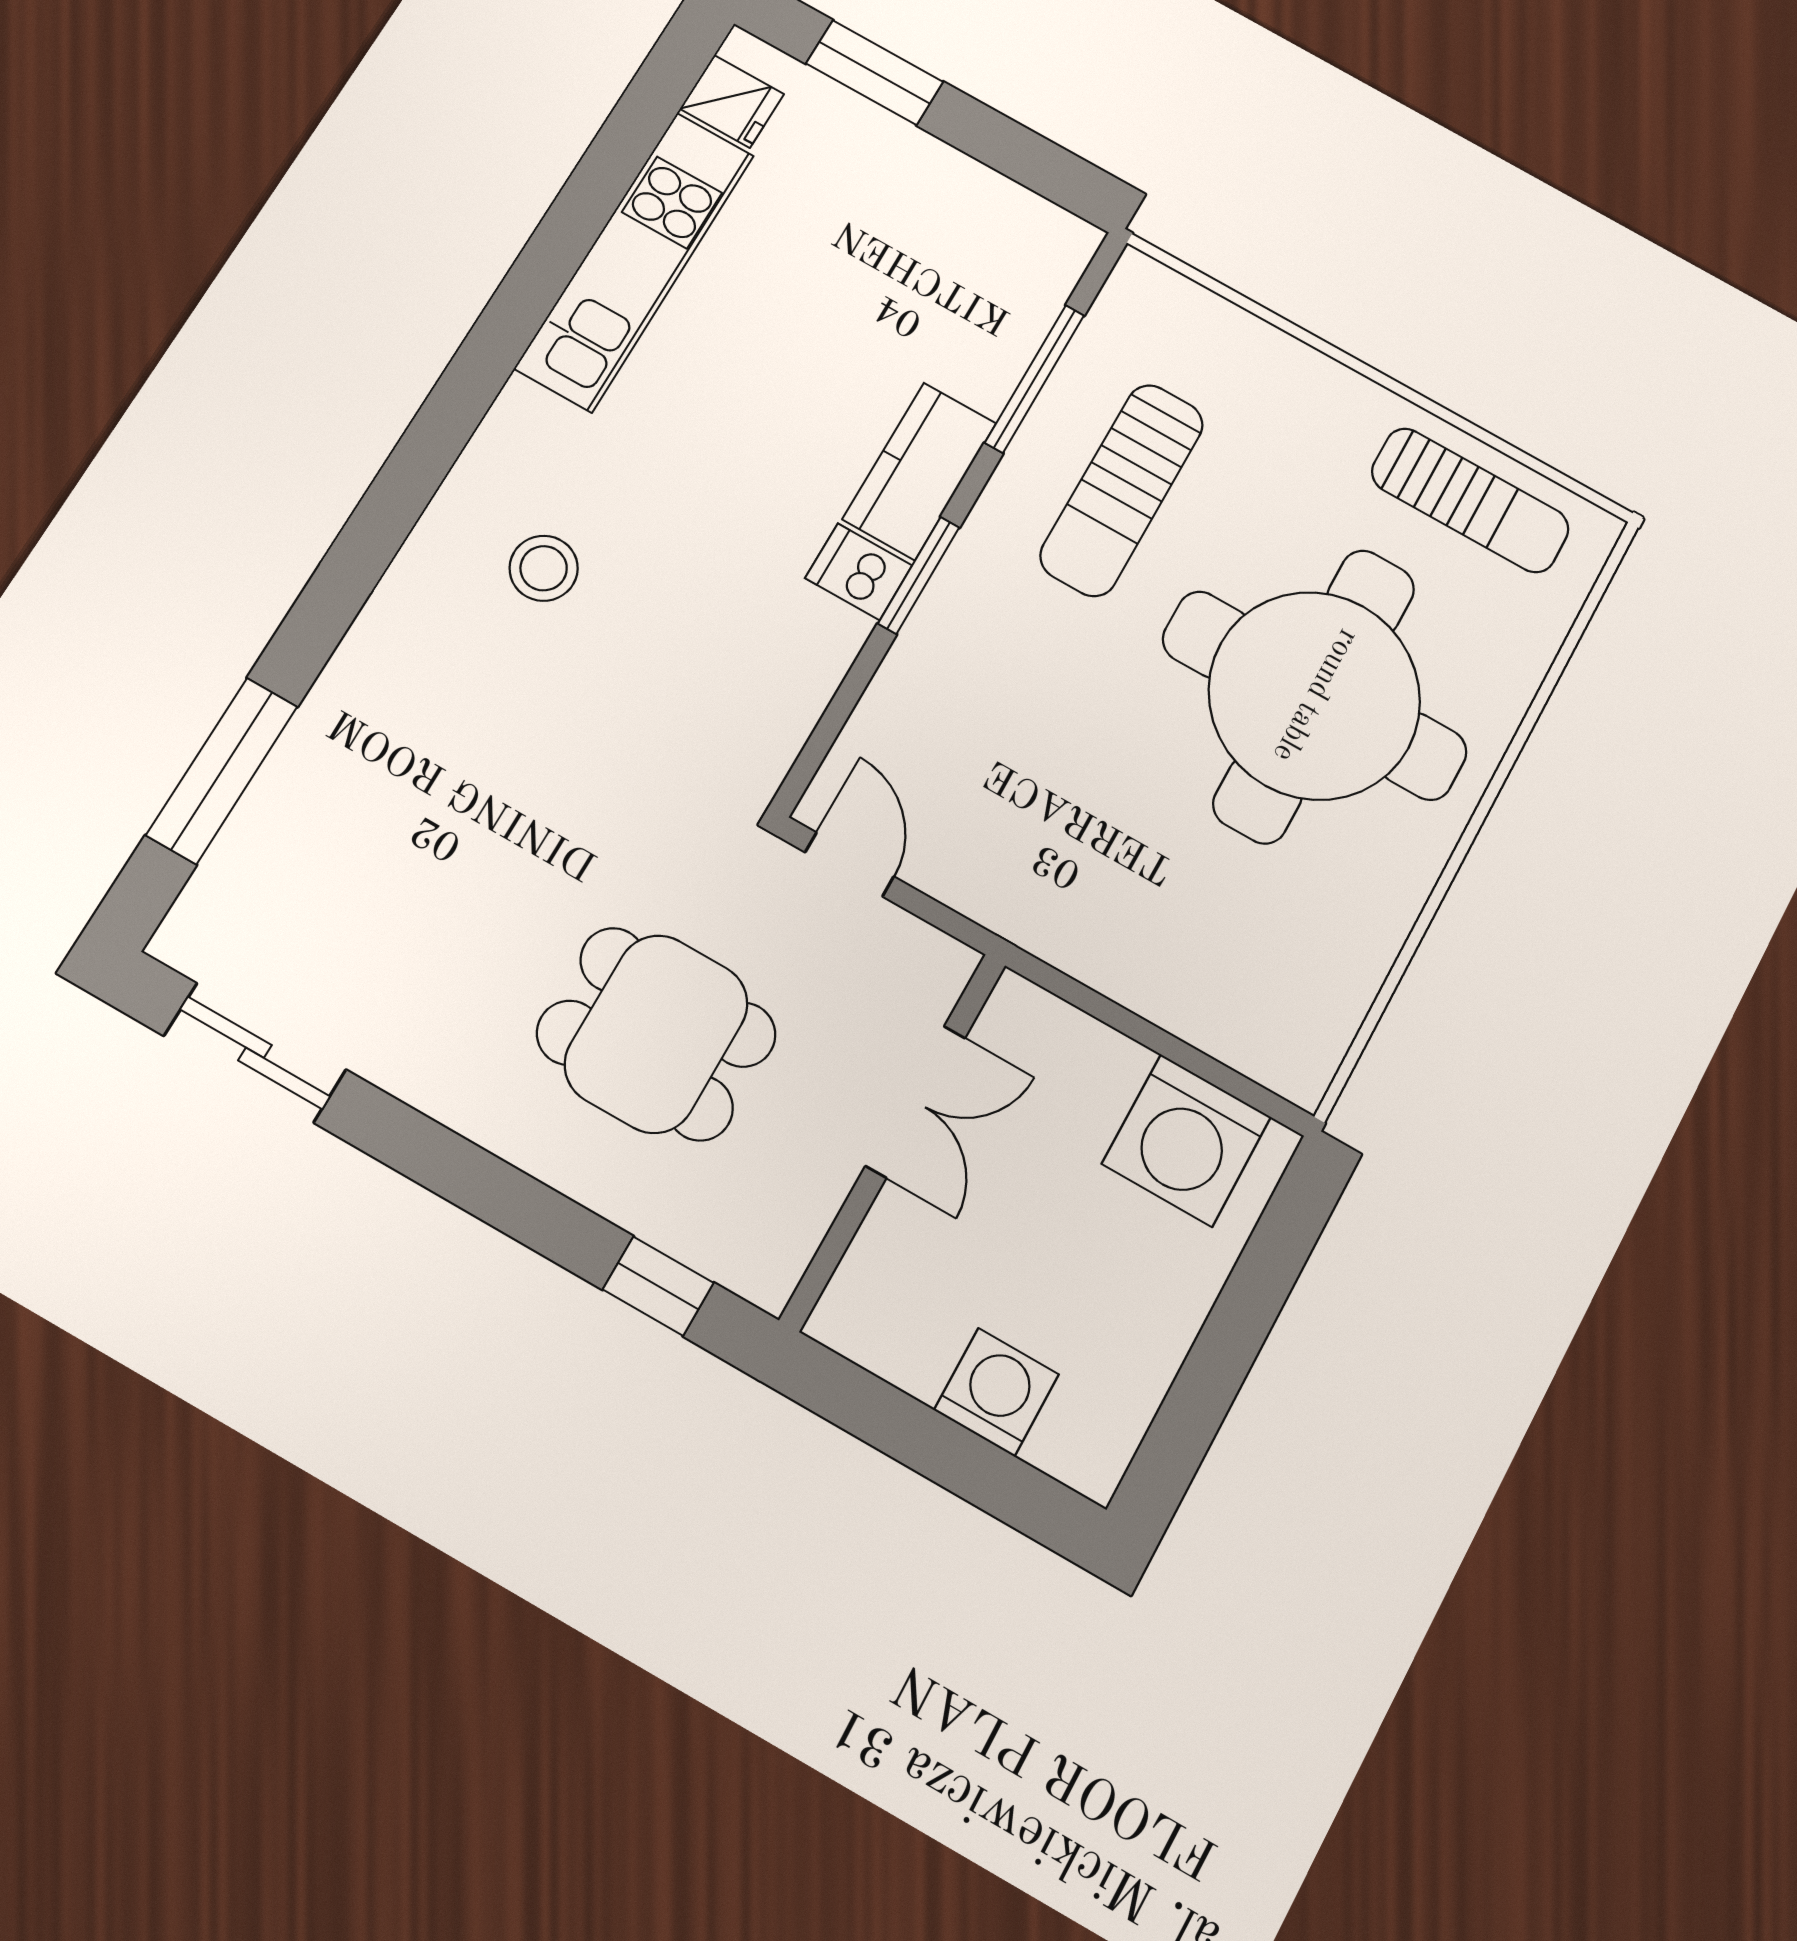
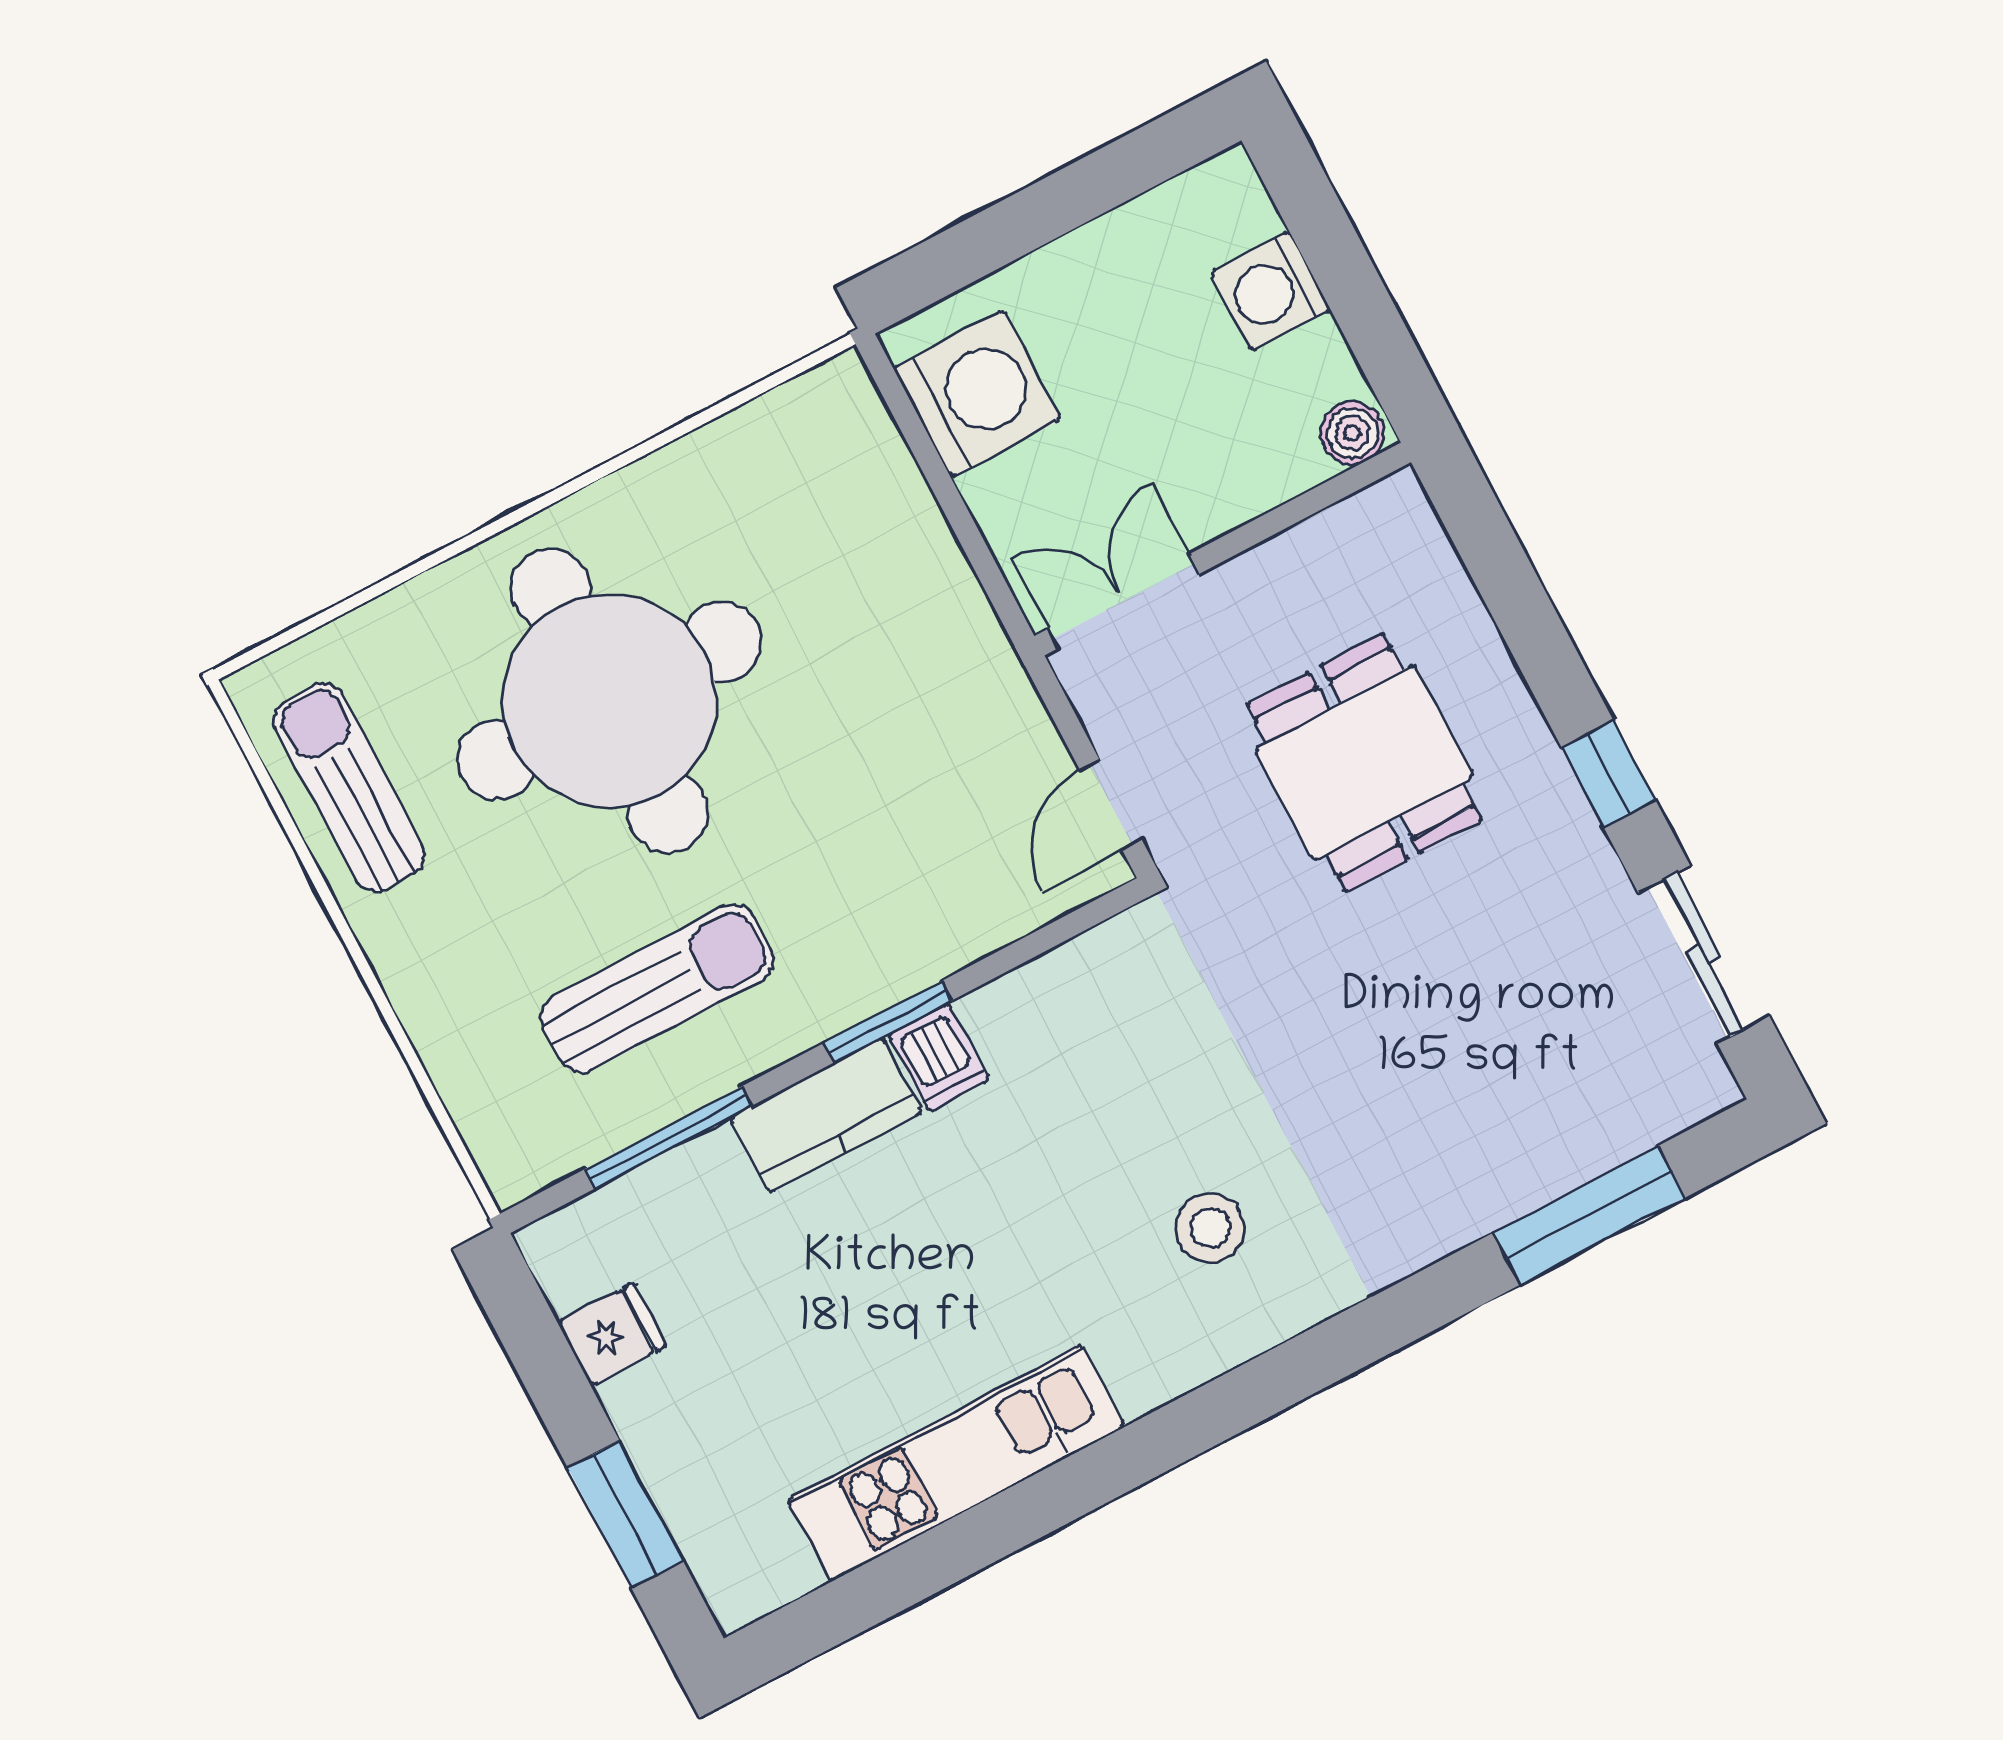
fridge: (732, 101) -> (612, 1334), moved, turned 90
double door: (915, 1102) -> (1123, 601), moved
window: (658, 1286) -> (1608, 774), moved
boiler: (846, 1313) -> (1352, 433), added

